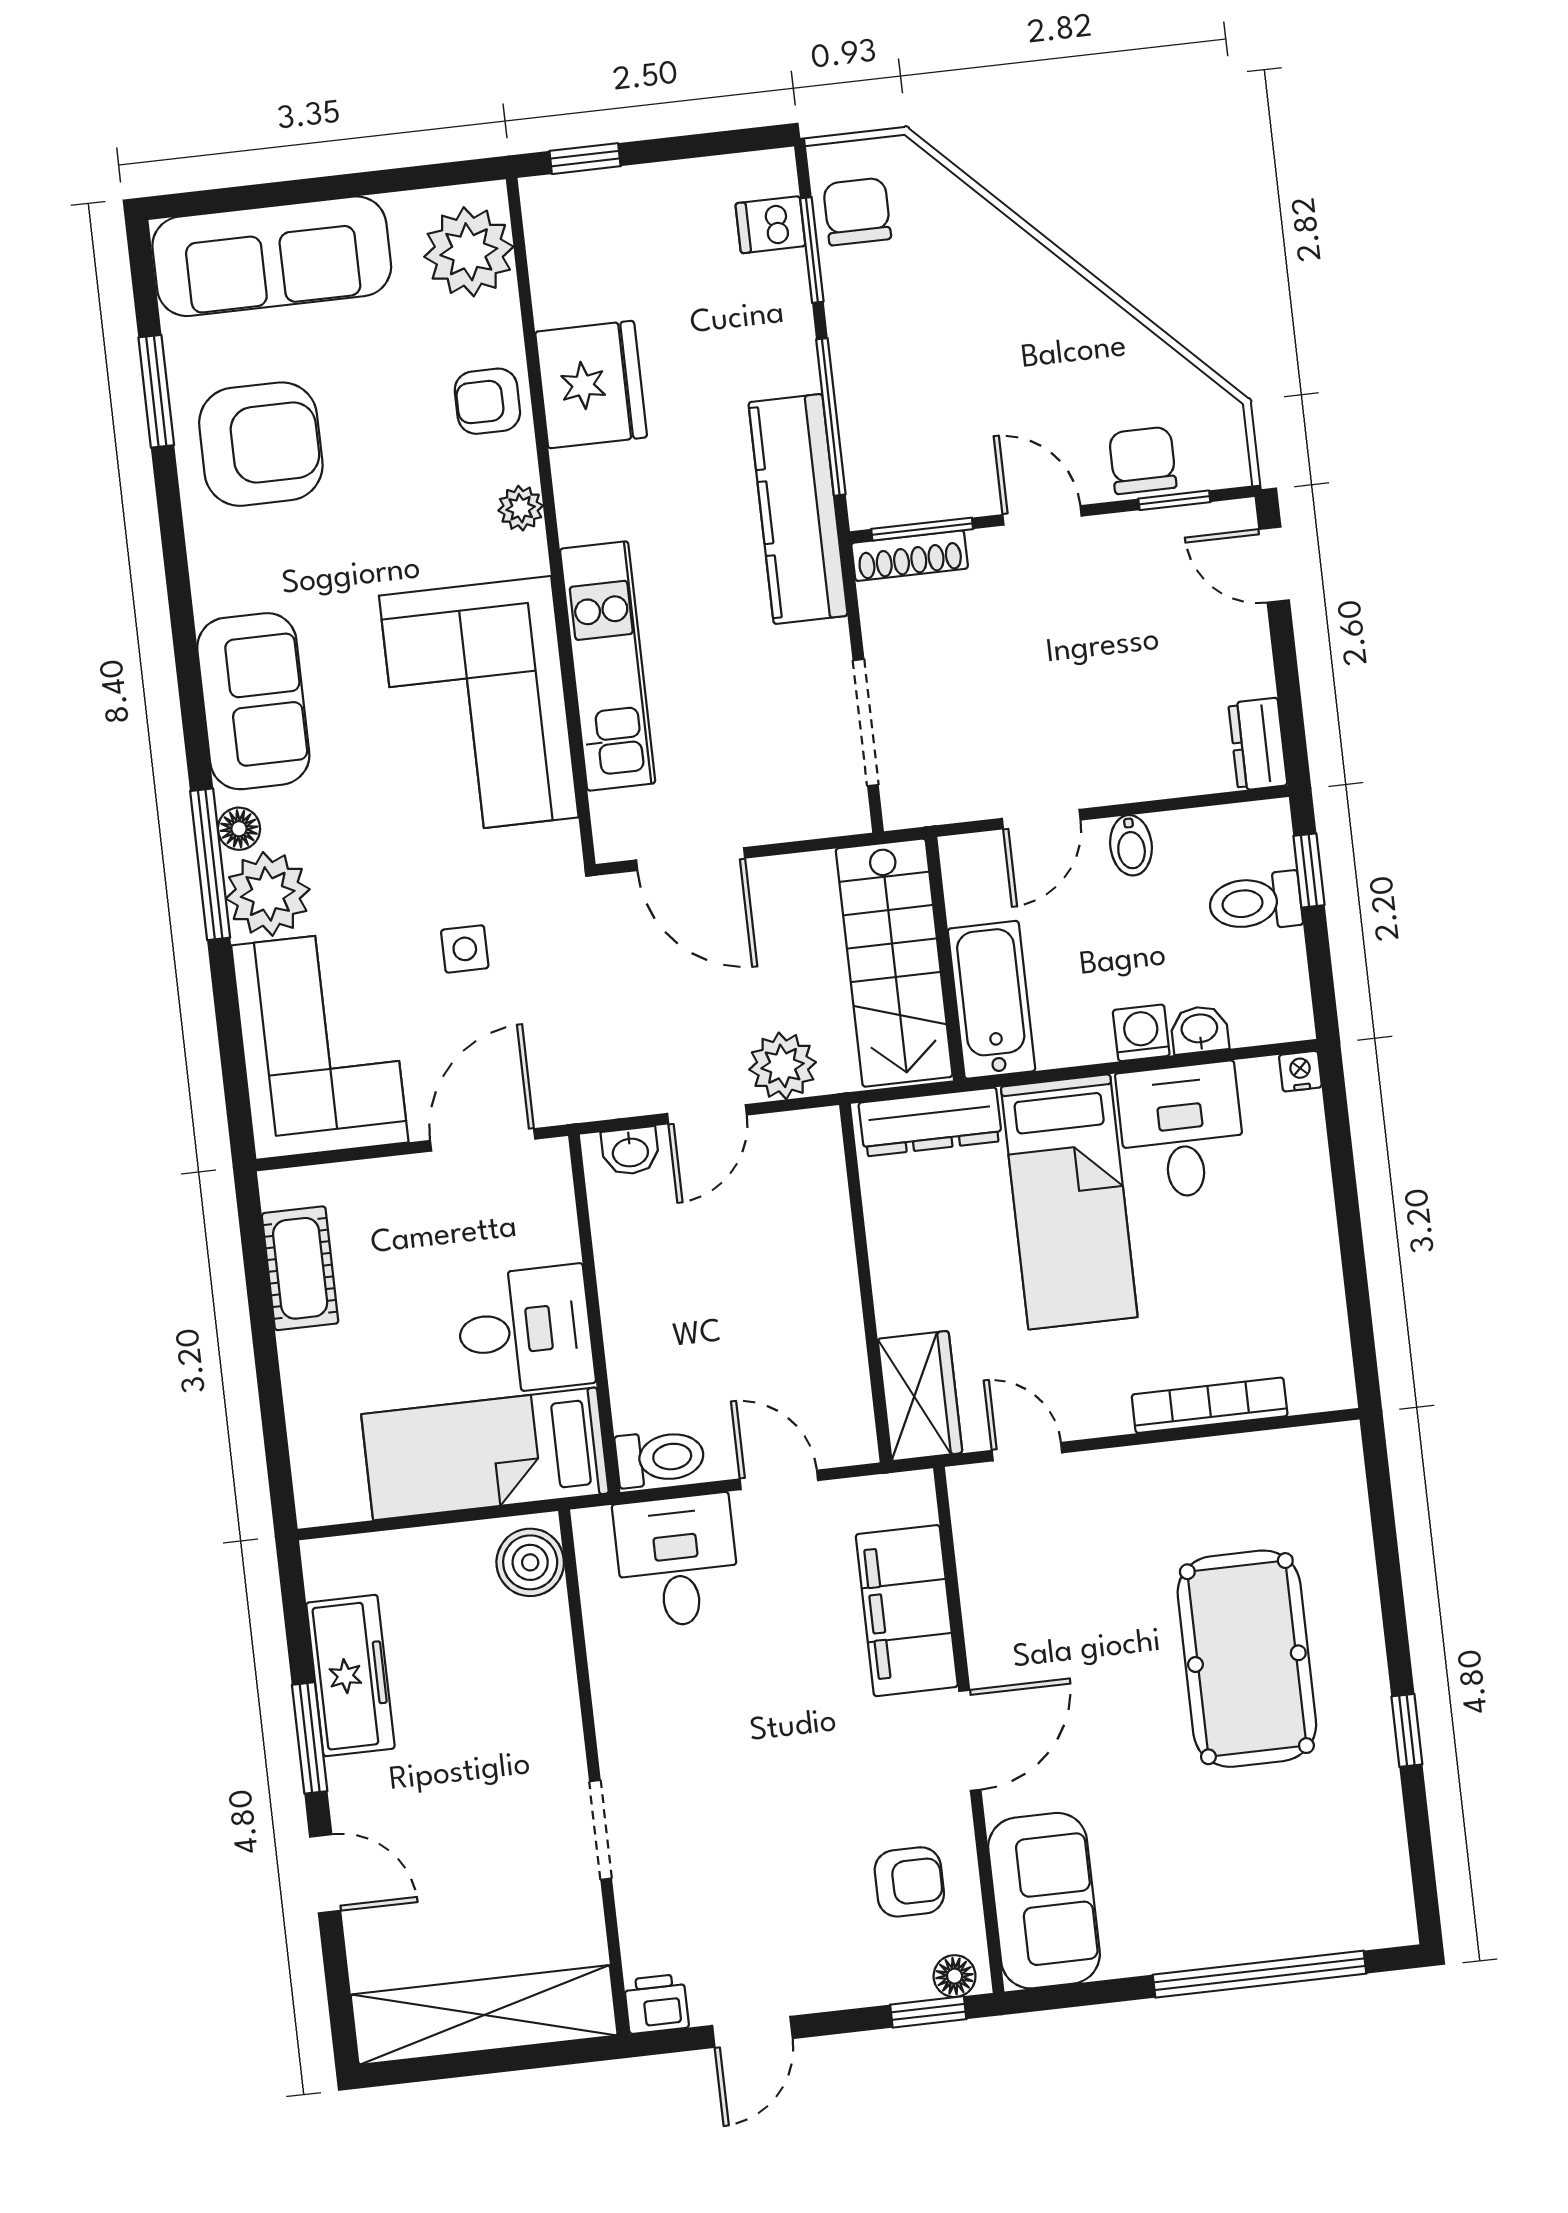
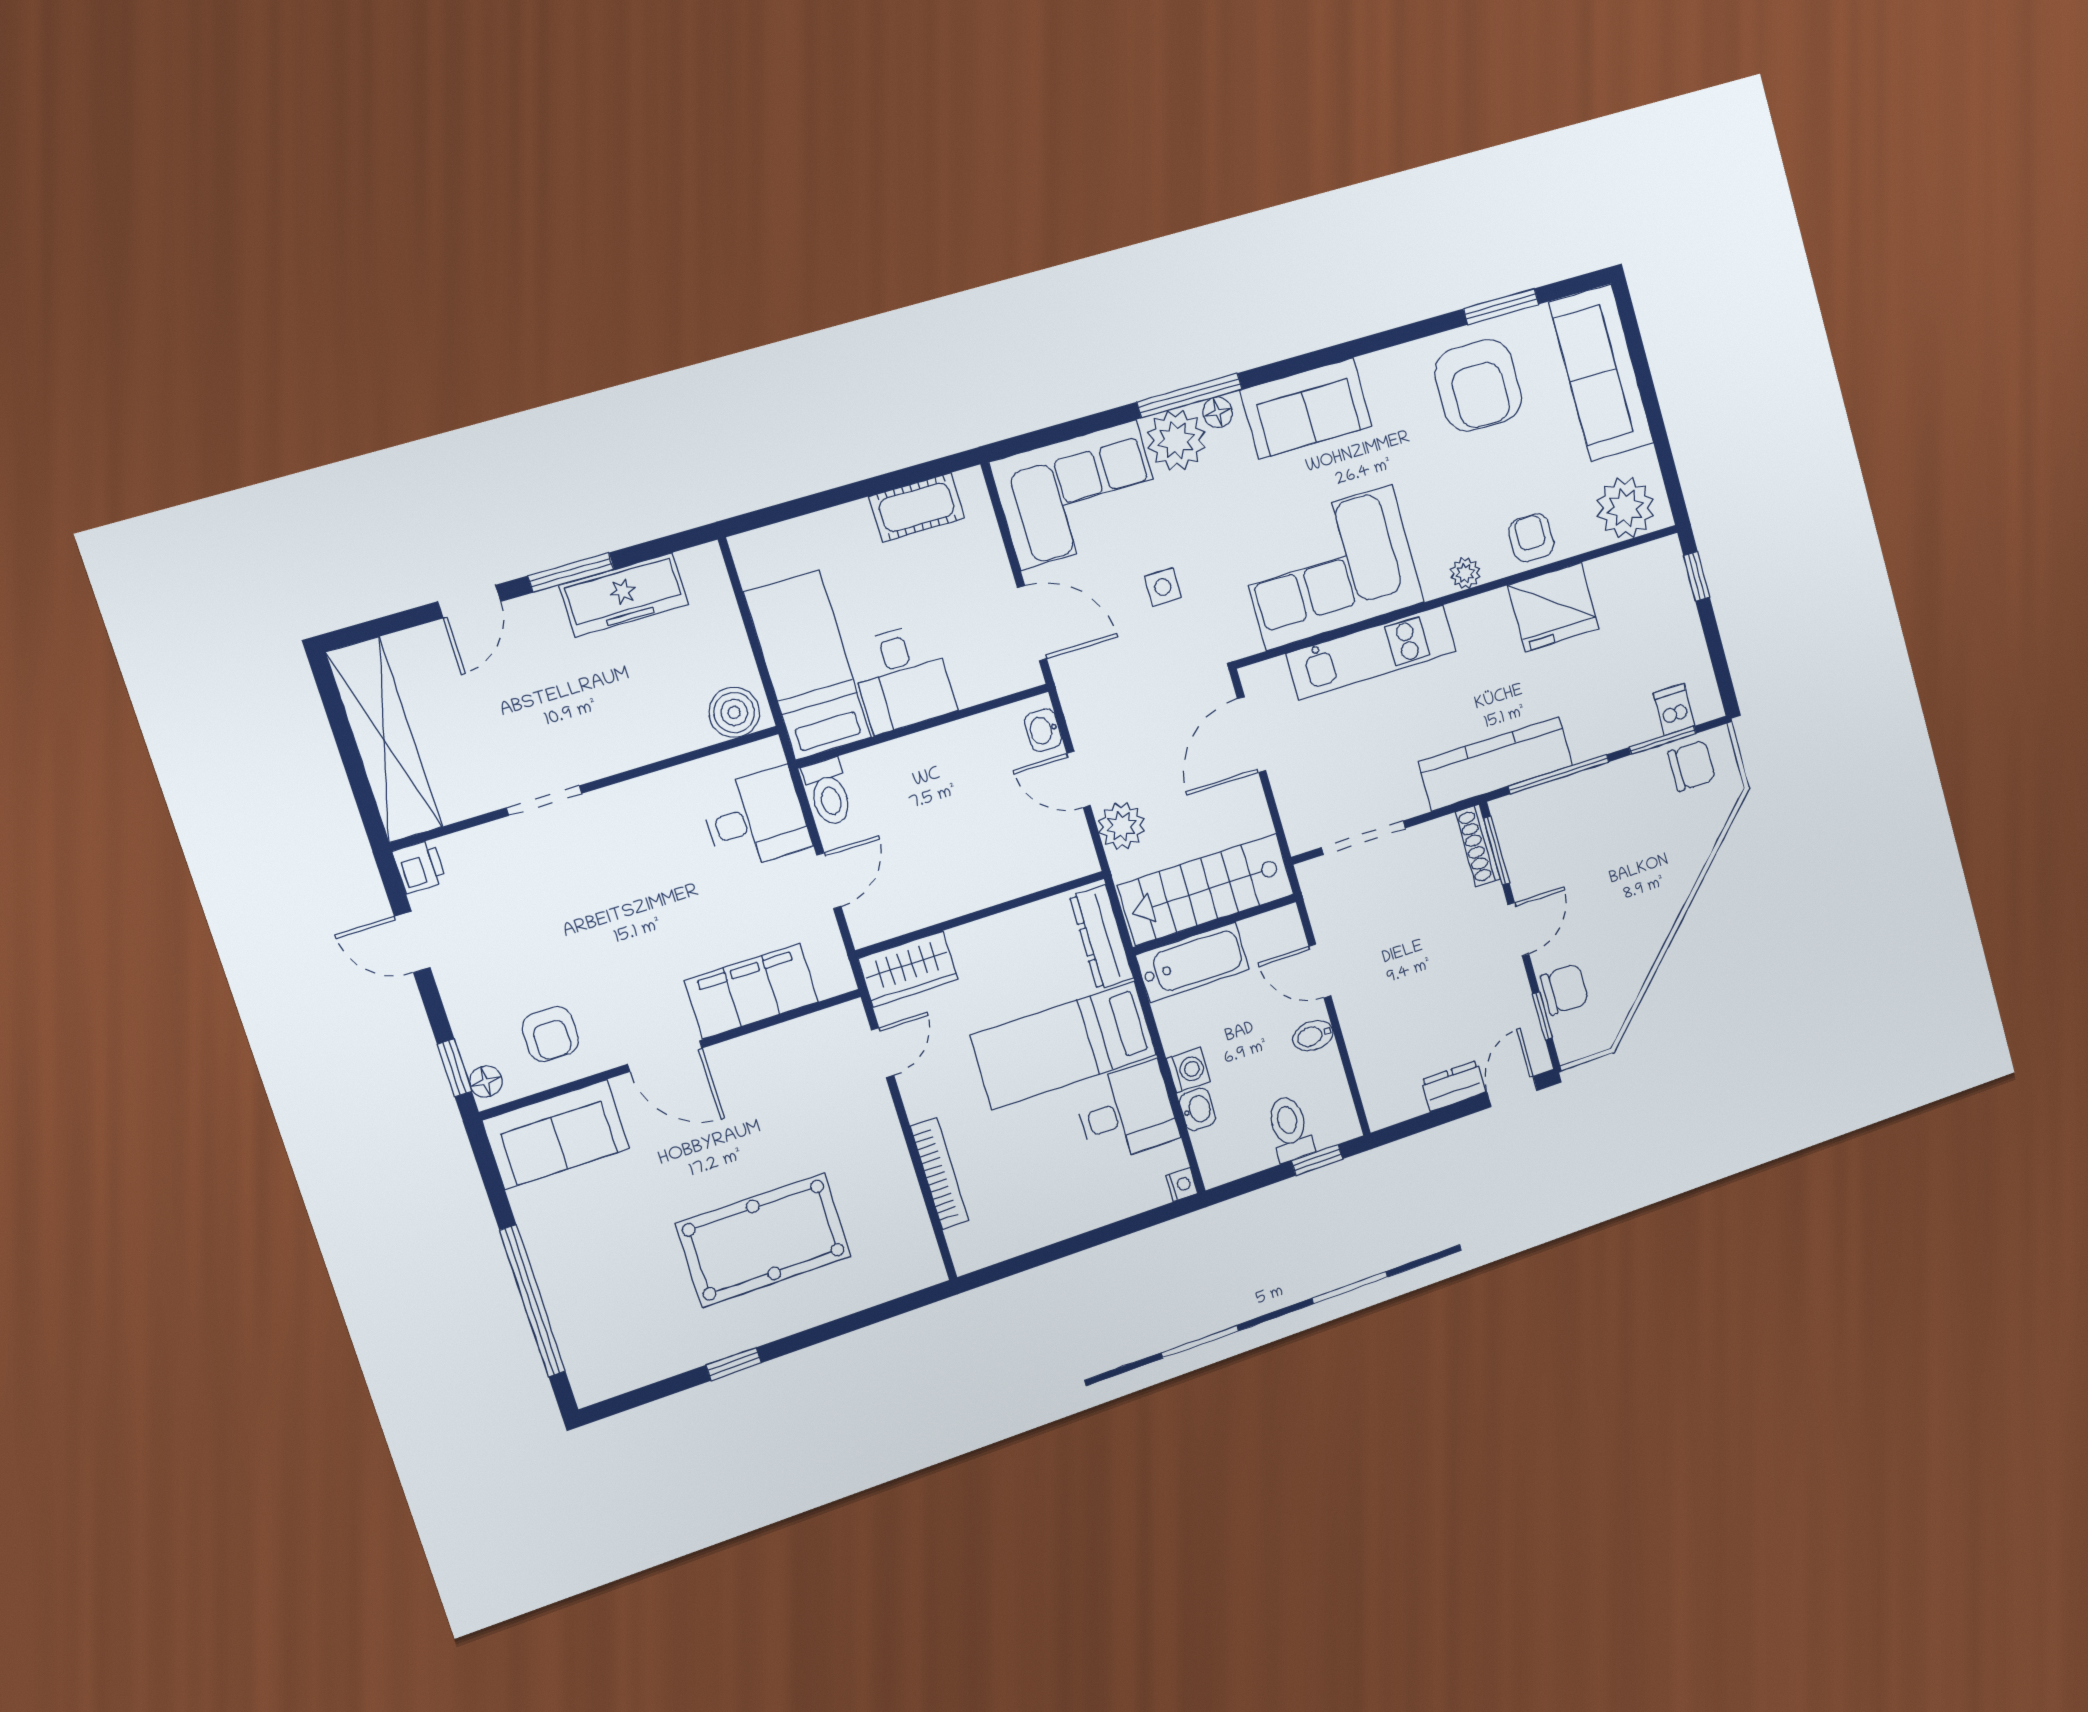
dresser: (1258, 744) -> (1454, 1086), moved

